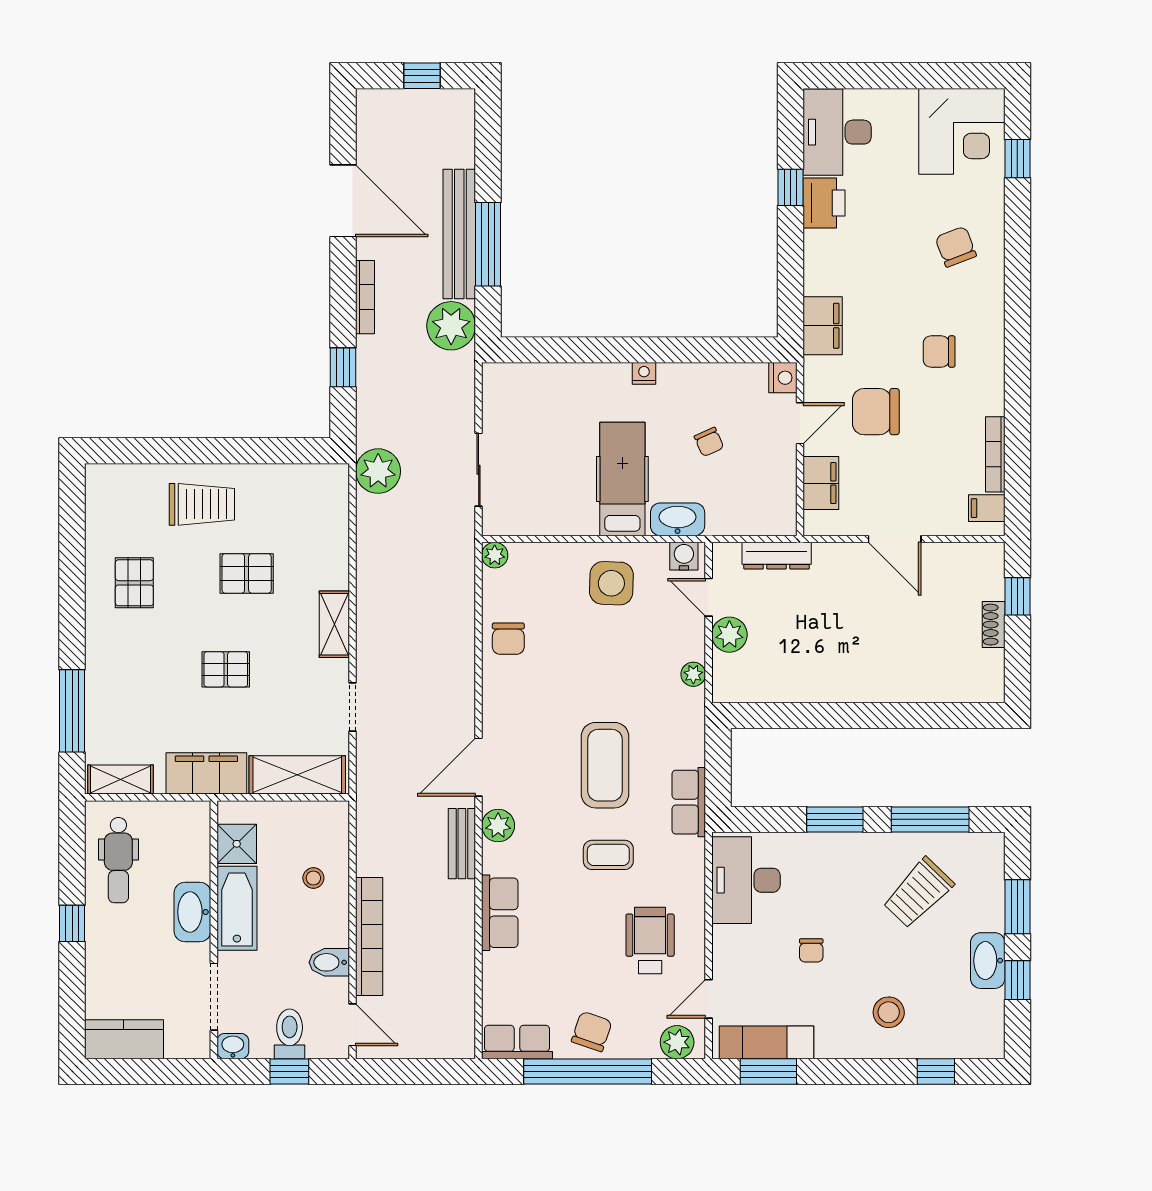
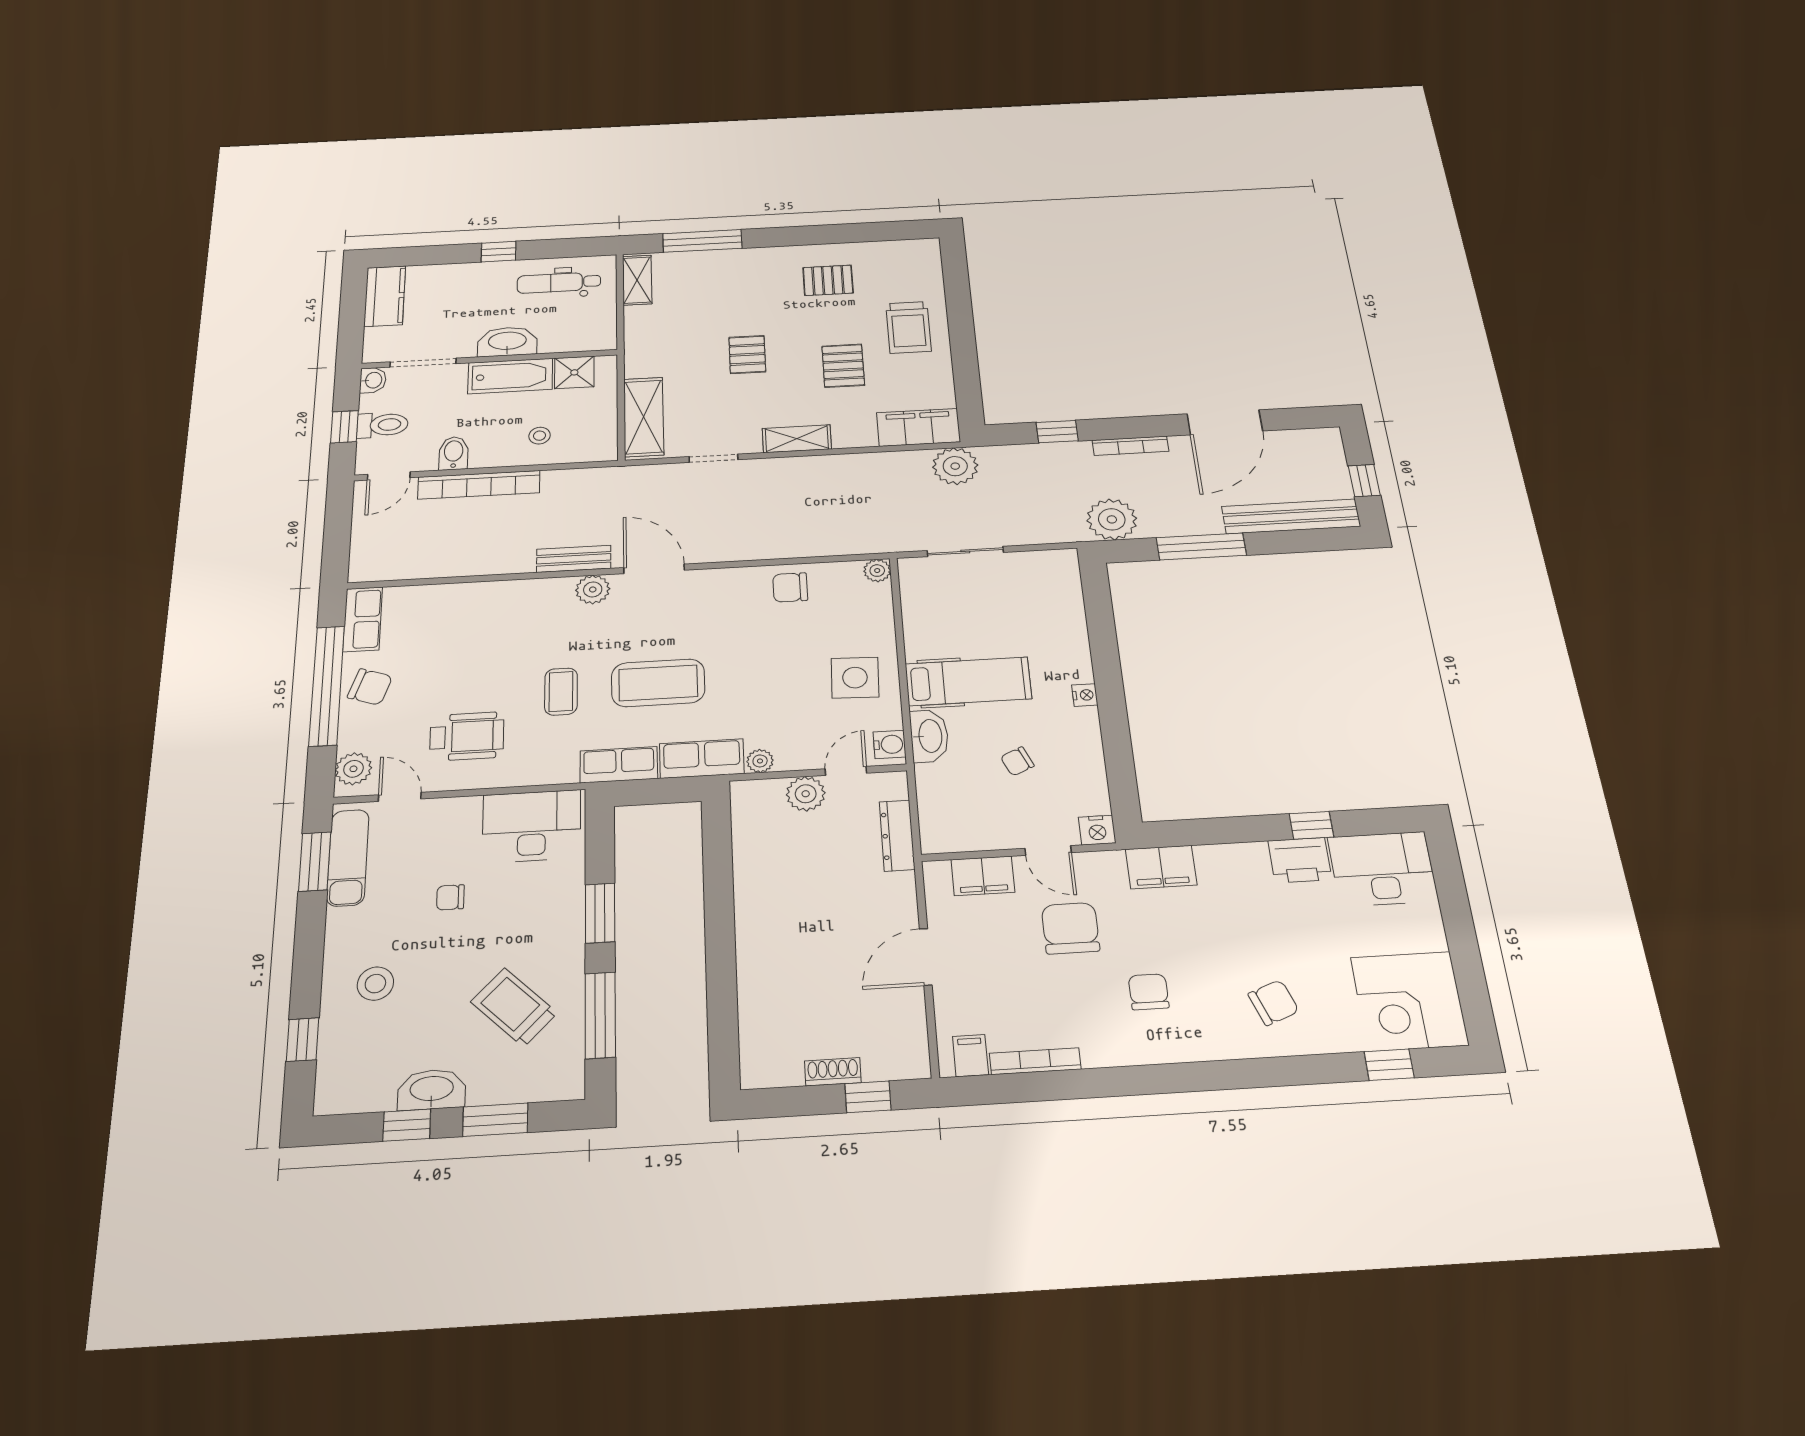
bench: (459, 234) -> (1291, 516), moved
filing cabinet: (206, 773) -> (918, 427), moved, turned -90
row of seats: (500, 913) -> (702, 759), moved, turned 180

